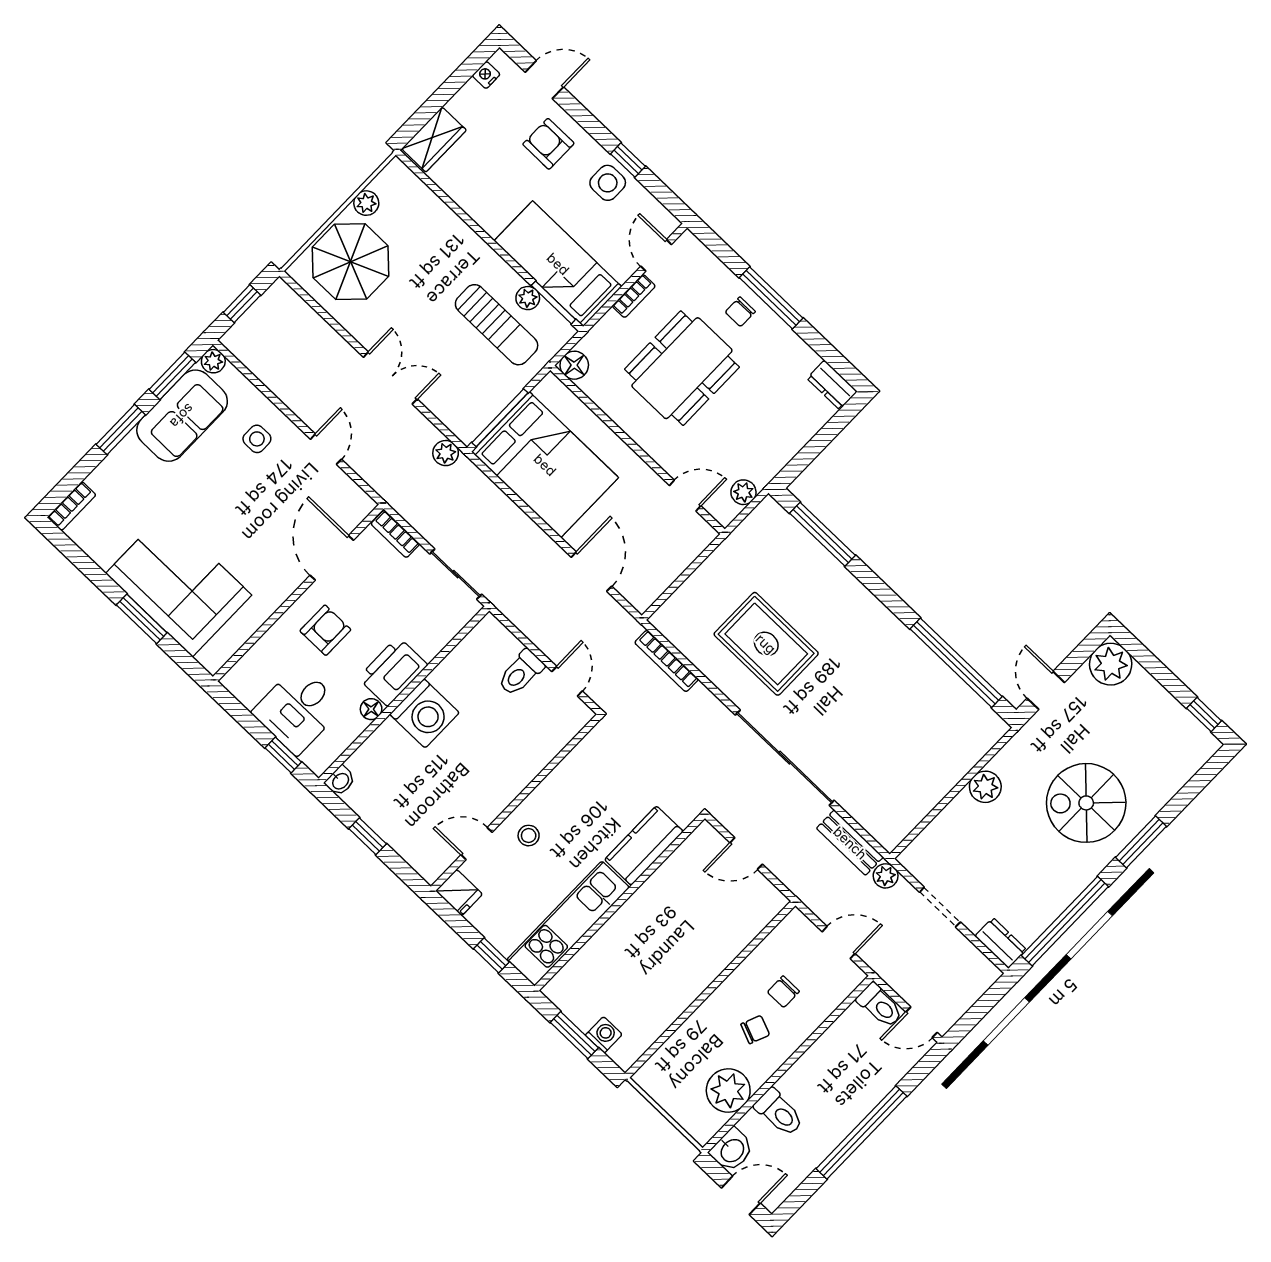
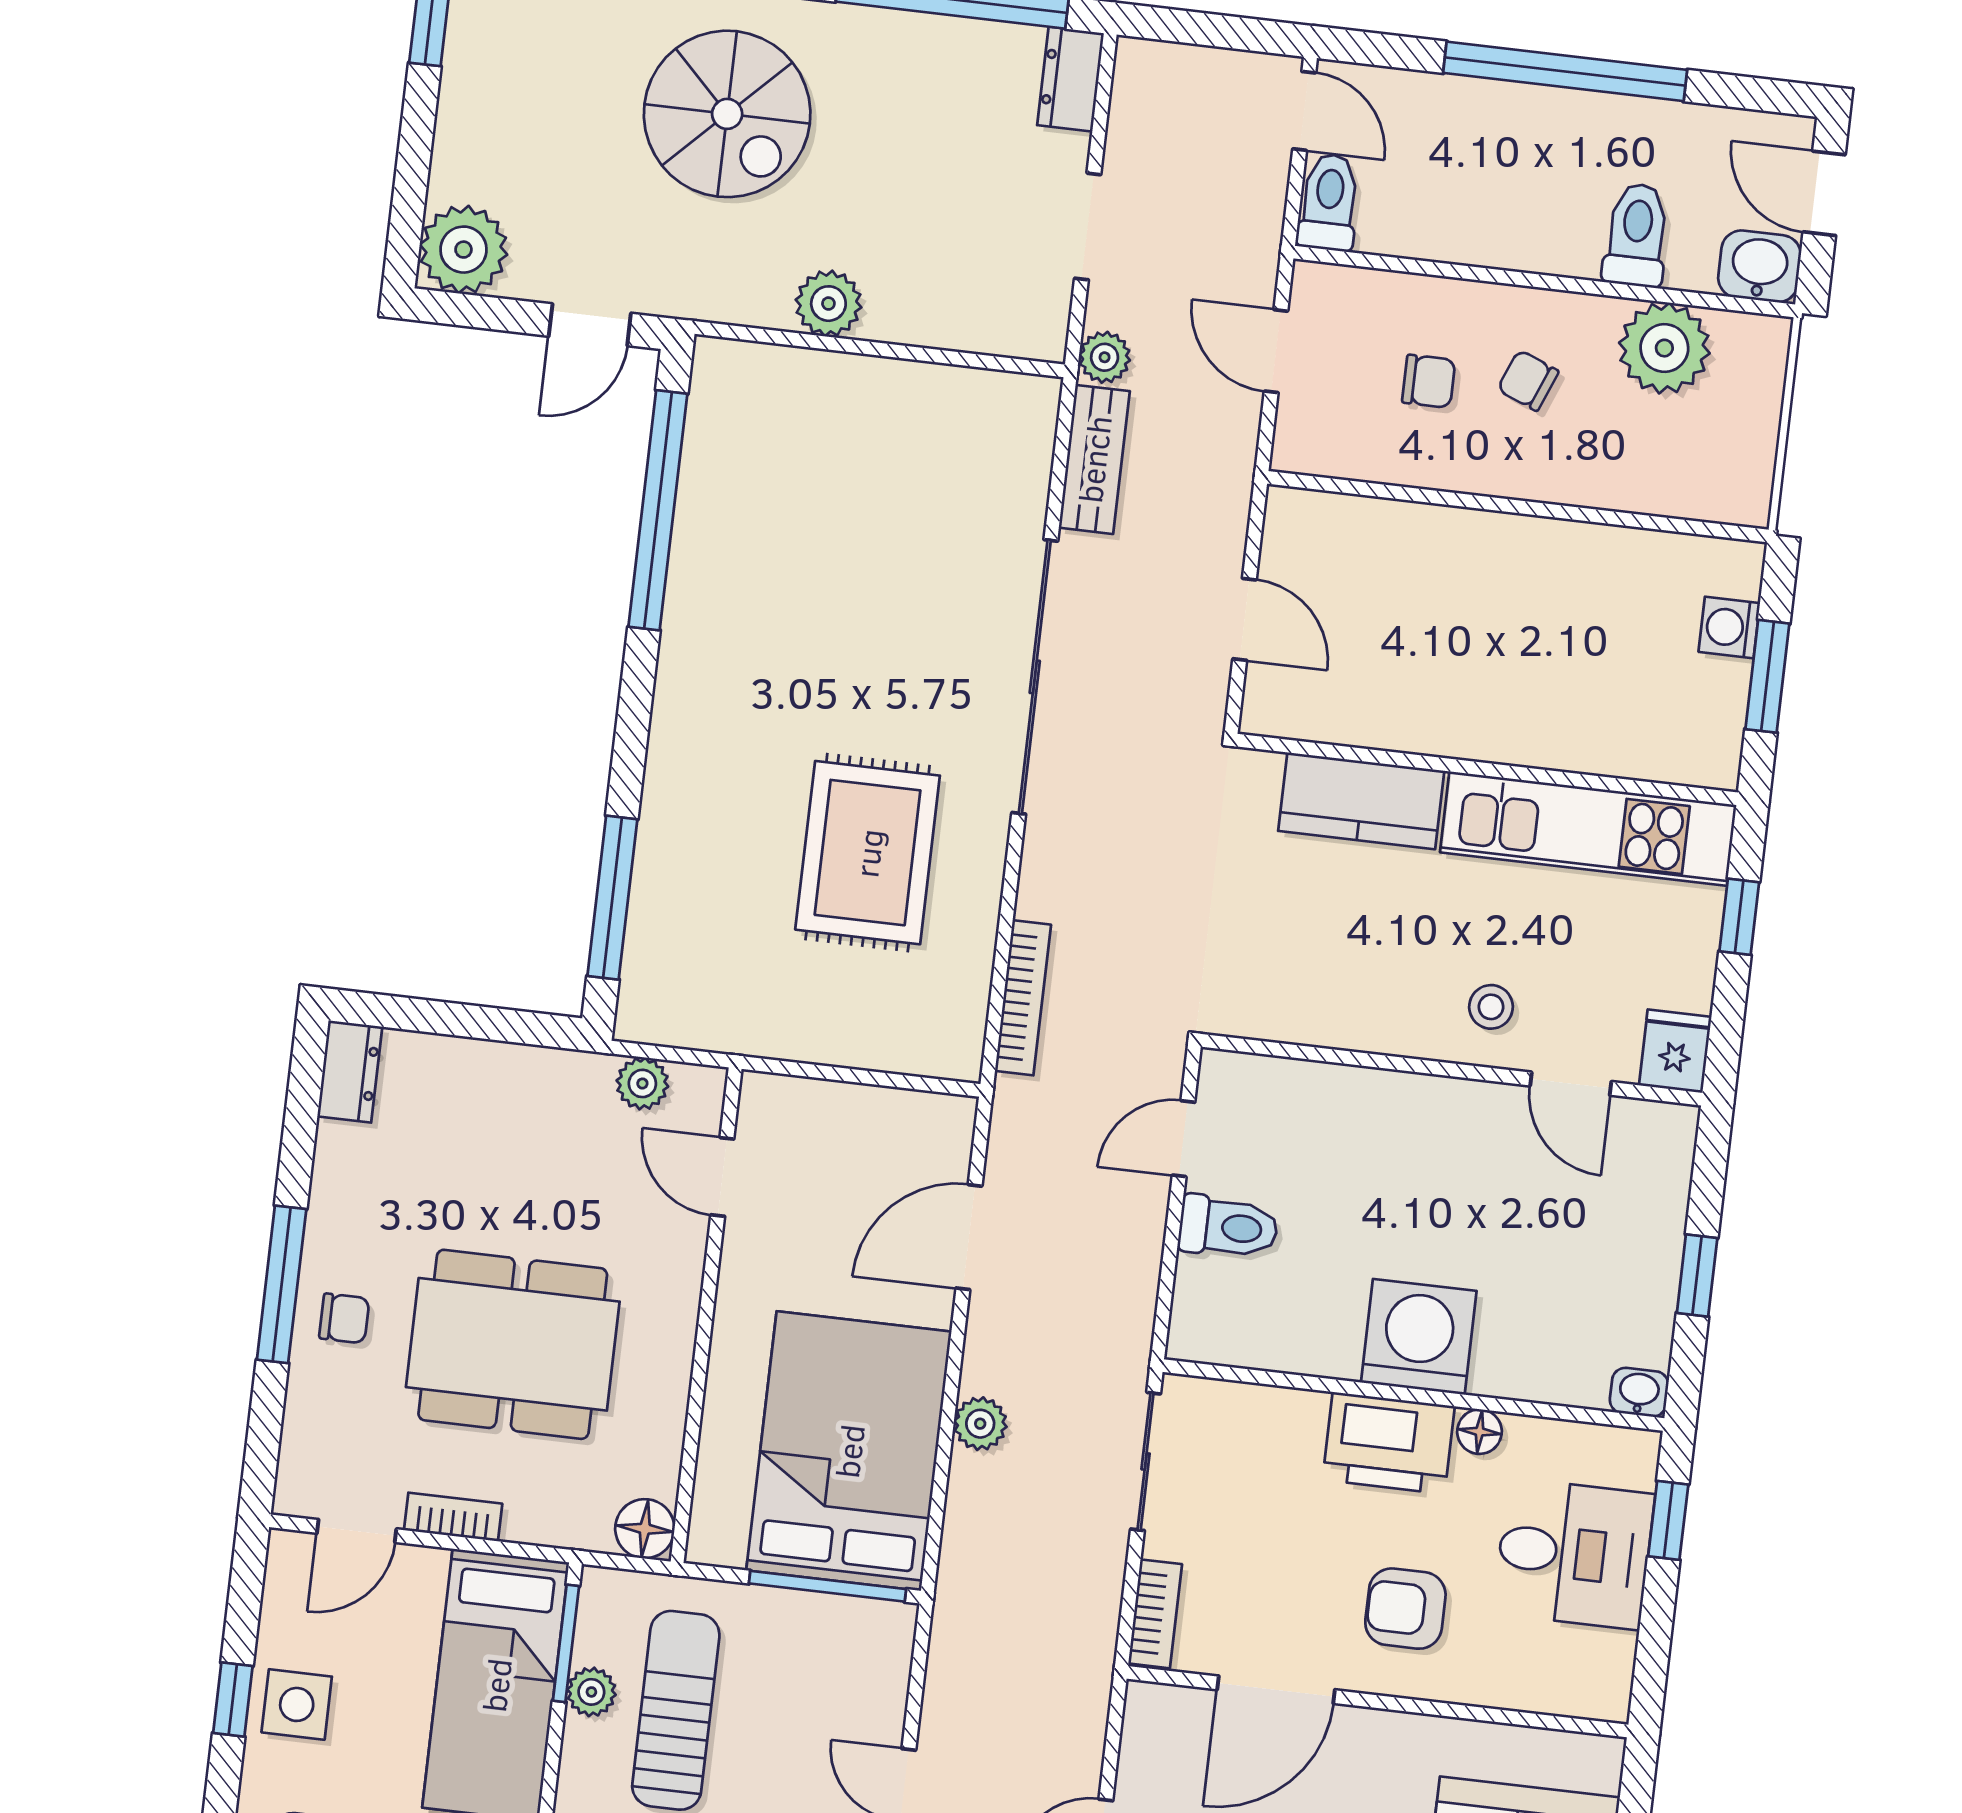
plant: (446, 453) -> (980, 1424), moved

